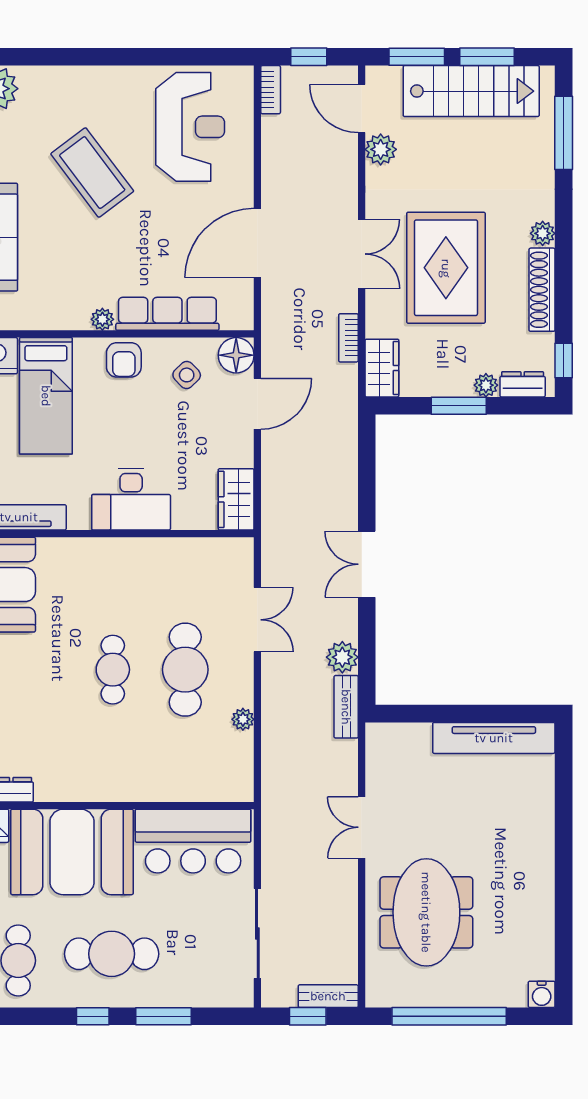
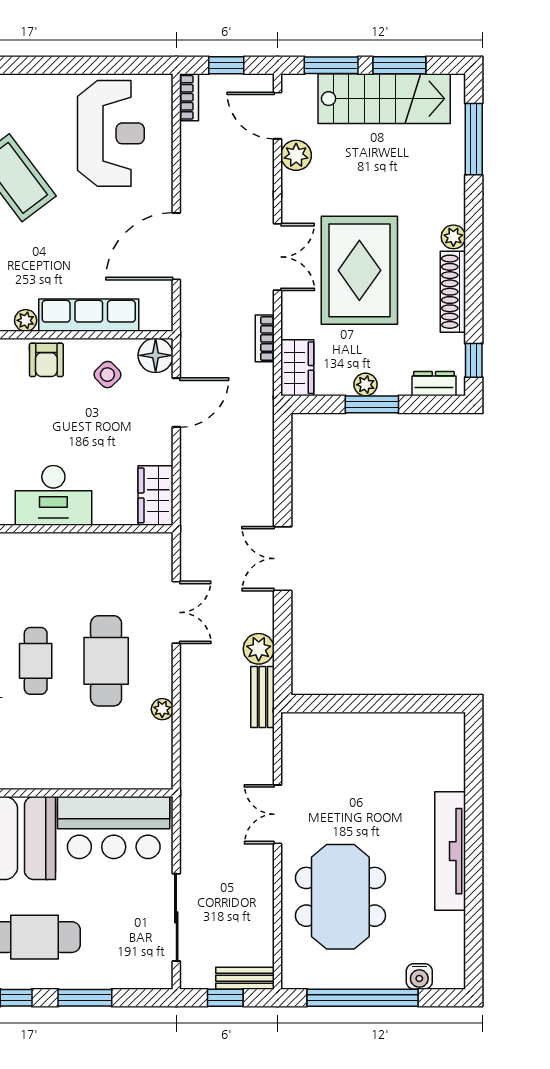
plant: (486, 385) -> (365, 385), moved
tv unit: (494, 738) -> (450, 851), moved, turned 90
water cooler: (542, 994) -> (419, 976), moved

